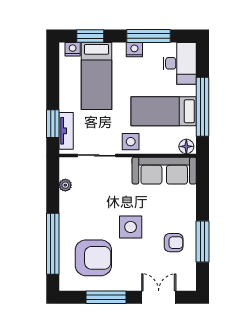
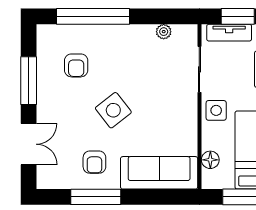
floor lamp: (186, 146) -> (210, 160), moved
sofa: (164, 171) -> (159, 173), moved, turned 90
side table: (131, 227) -> (113, 110), turned -38
armchair: (93, 258) -> (76, 65), width x0.53, depth x0.53

